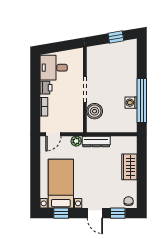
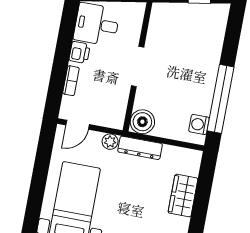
washing machine: (131, 103) -> (199, 124), moved
boiler: (95, 111) -> (142, 122), moved

